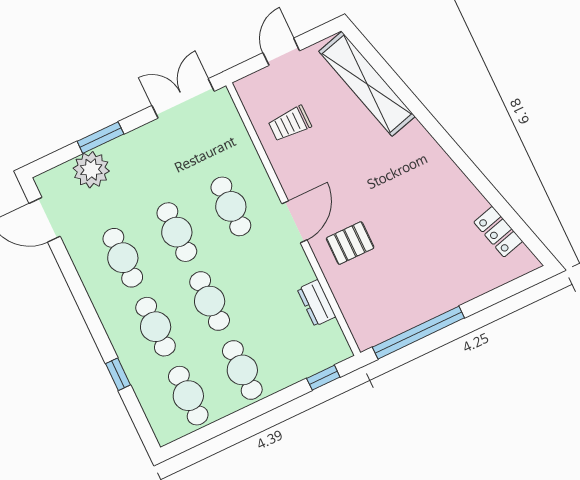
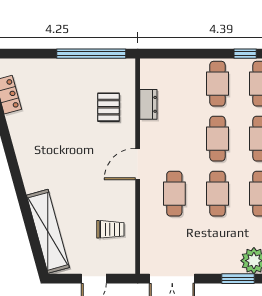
pallet: (350, 243) -> (108, 107), moved, turned 90
window: (323, 378) -> (245, 54), moved

